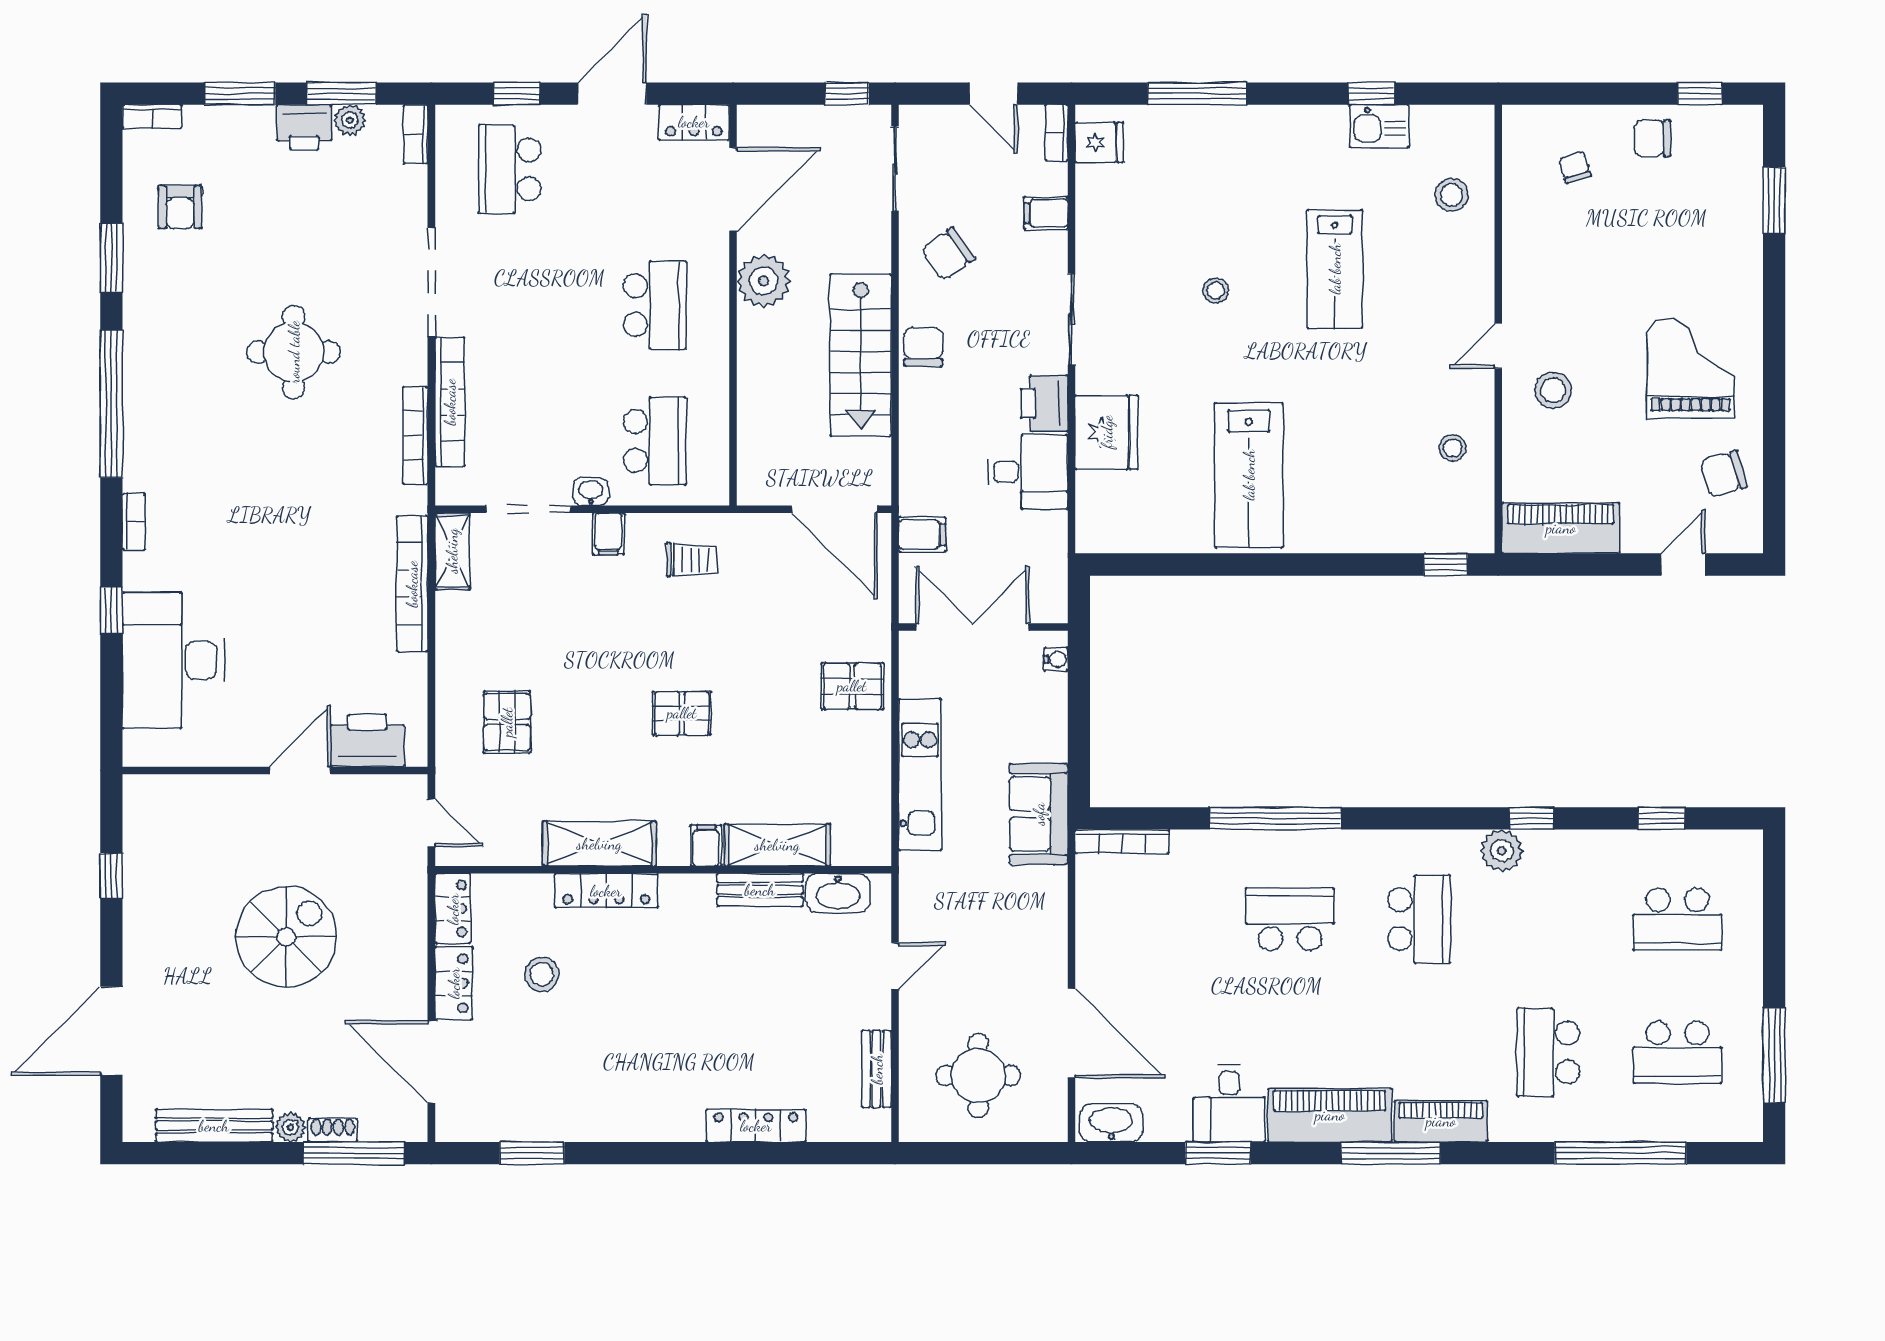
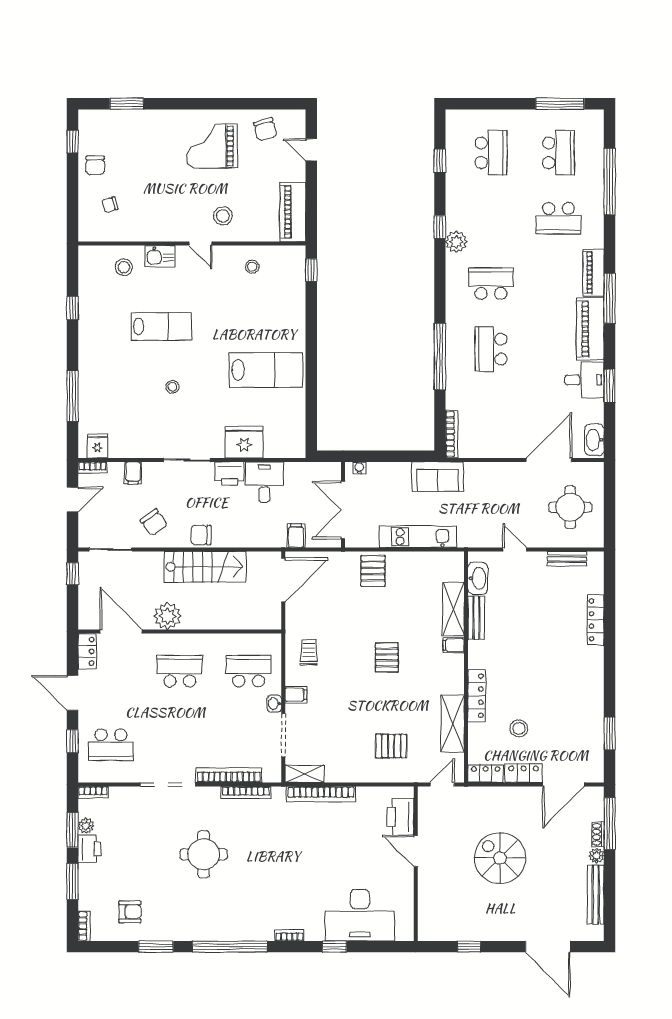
kitchen sink: (1379, 126) -> (160, 256), moved, turned 90
shelving: (599, 844) -> (453, 723), moved

